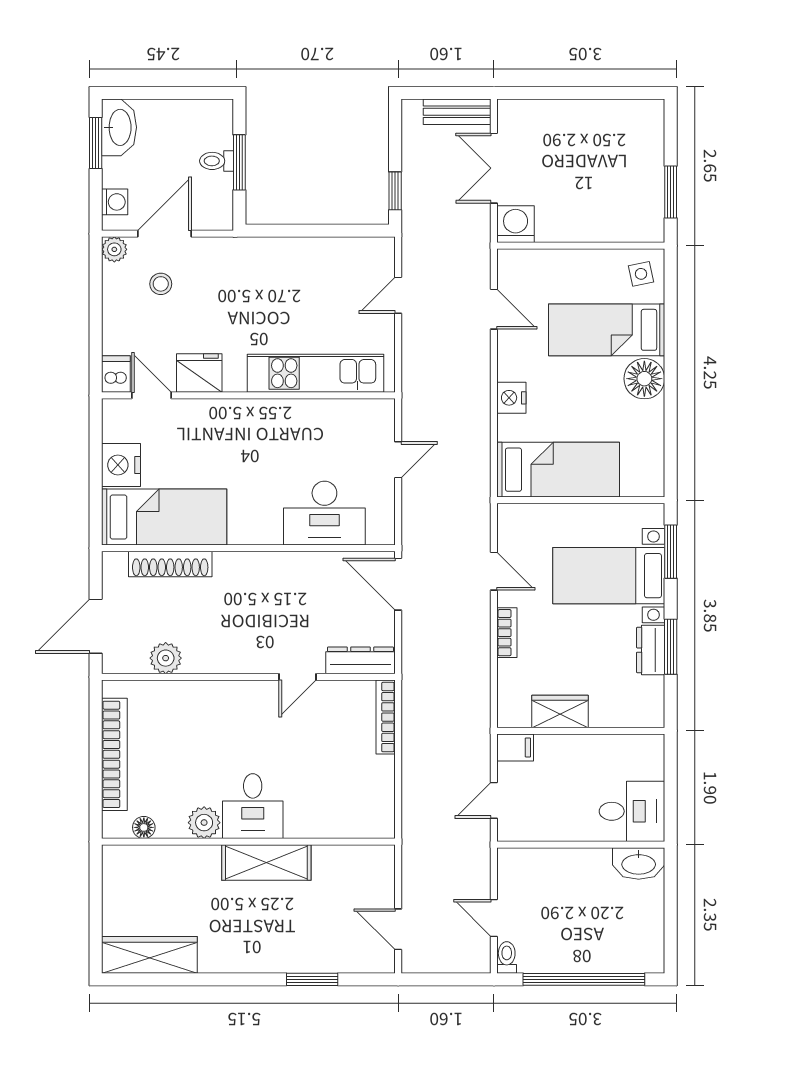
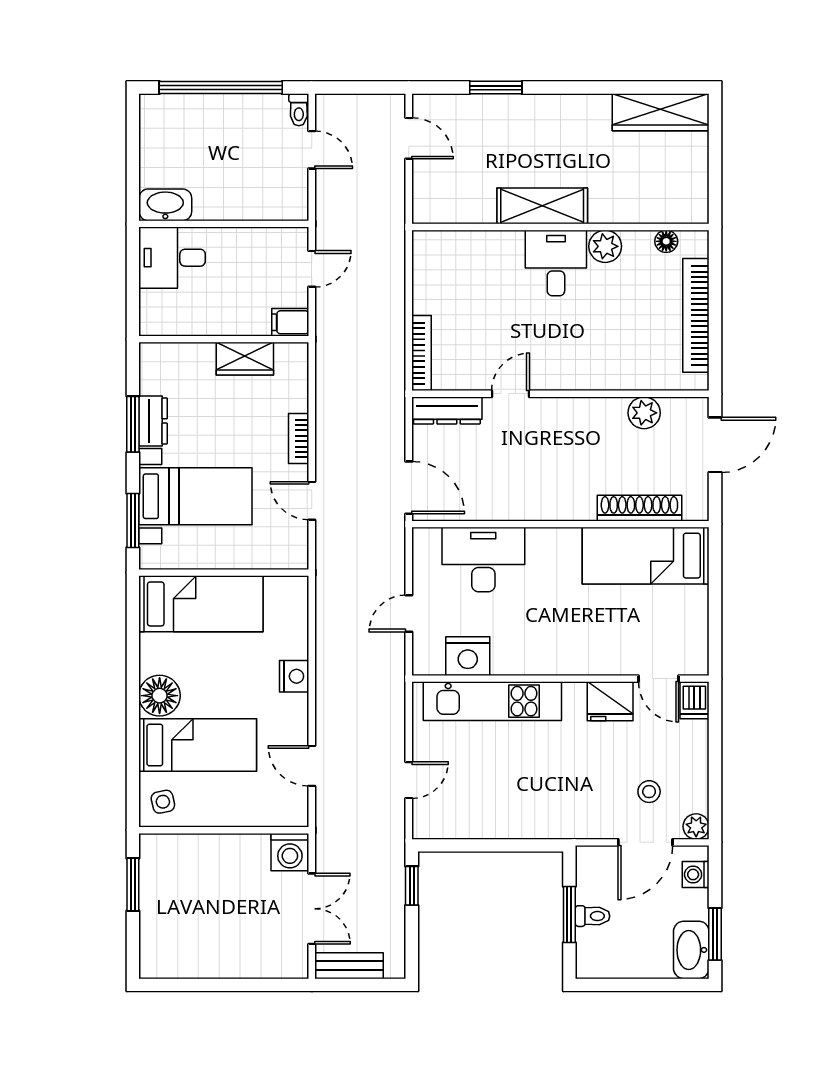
nightstand: (121, 465) -> (468, 656), moved, turned 90
bed: (558, 470) -> (201, 604), moved, turned 180

